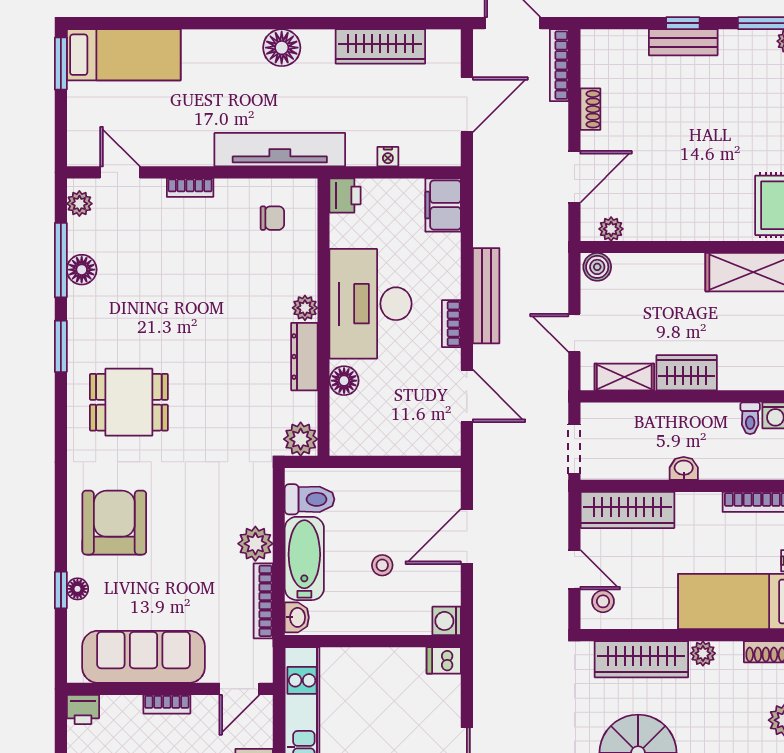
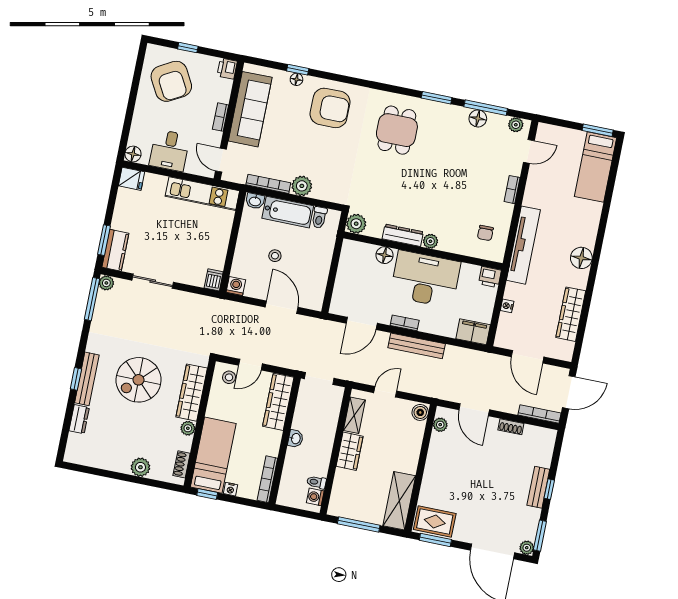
toilet: (310, 499) -> (319, 217), width x0.73, depth x0.72

